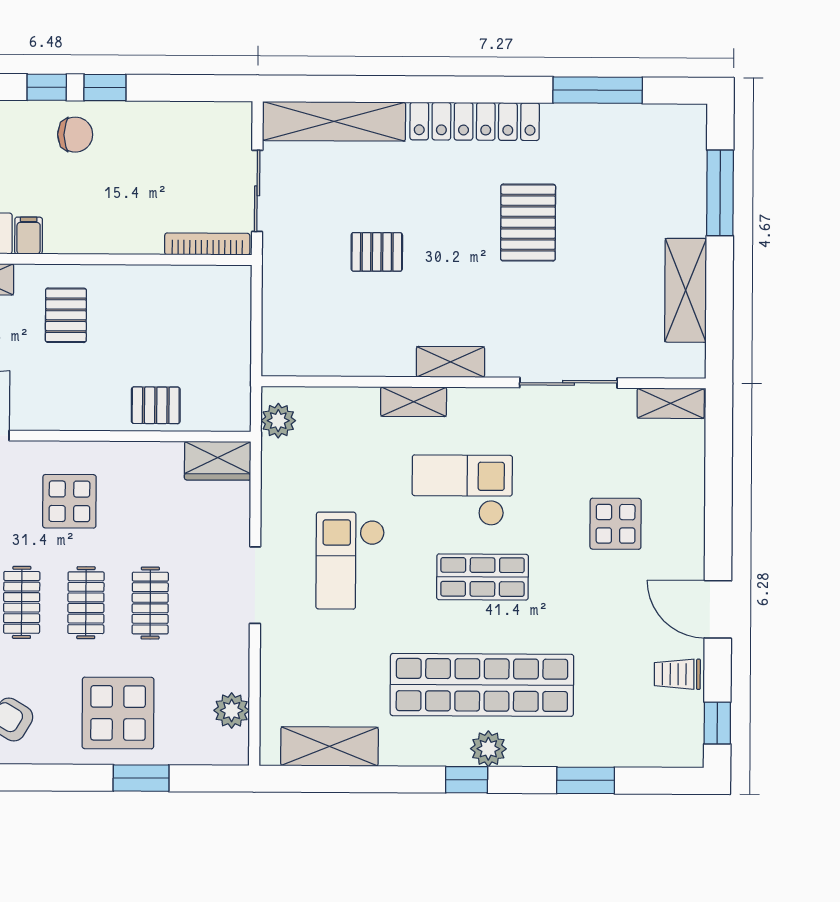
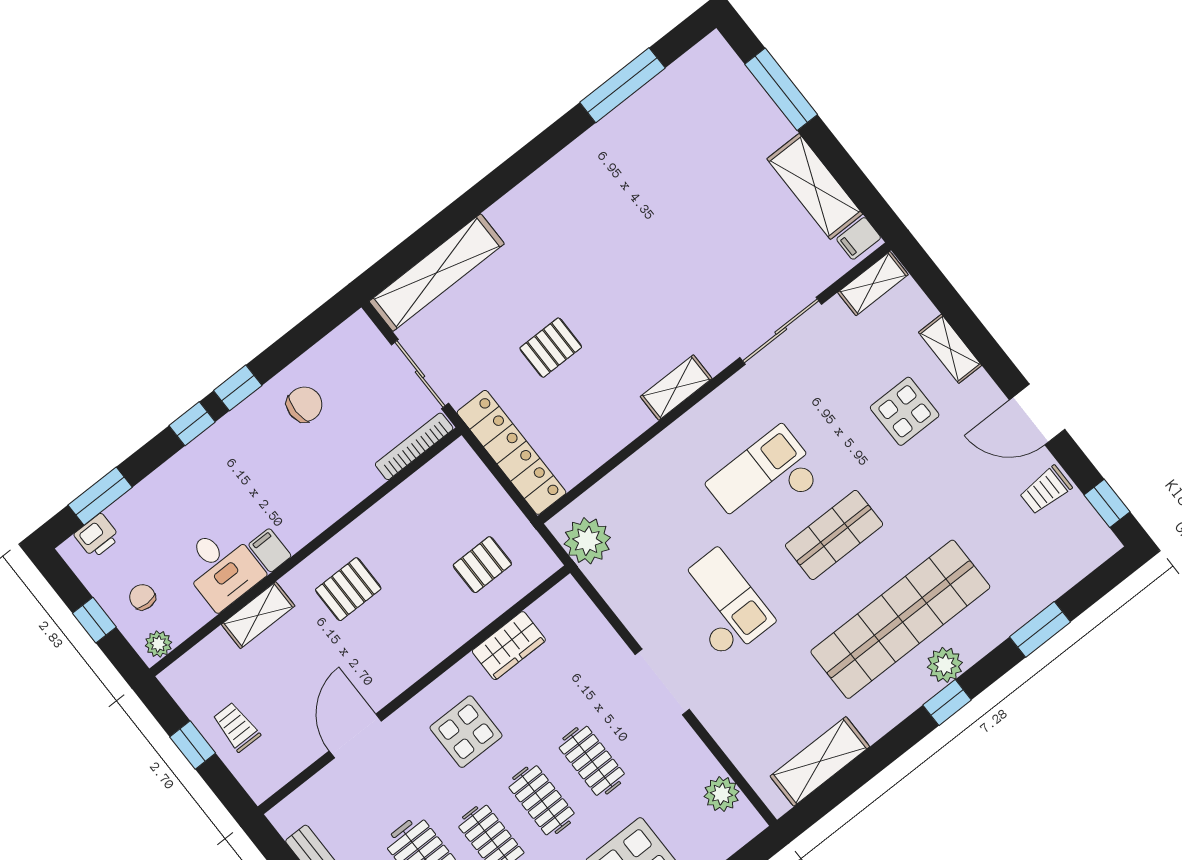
locker: (475, 121) -> (512, 452), moved, turned -90
chair: (75, 135) -> (304, 404), moved
pallet: (528, 223) -> (650, 231), removed
pallet: (66, 315) -> (348, 589), turned 90
filing cabinet: (688, 359) -> (859, 238), added
shelving: (414, 402) -> (950, 349), moved, turned 90
pallet: (156, 405) -> (482, 565), moved
plant: (278, 421) -> (587, 541), width x1.36, depth x1.36
wardrobe: (218, 461) -> (509, 646), moved
checkout: (350, 561) -> (721, 604), turned 180

